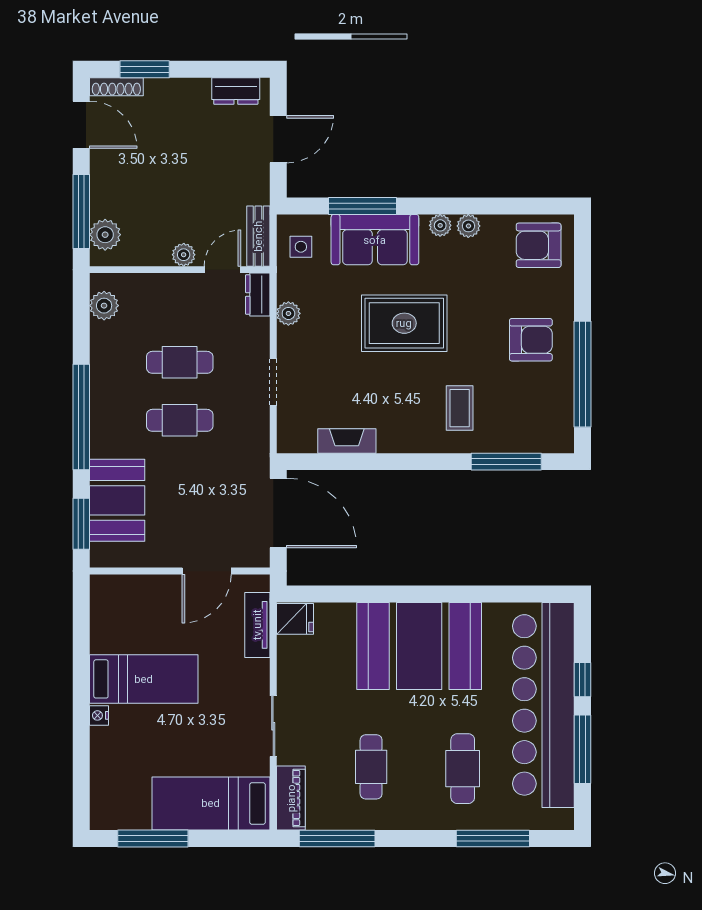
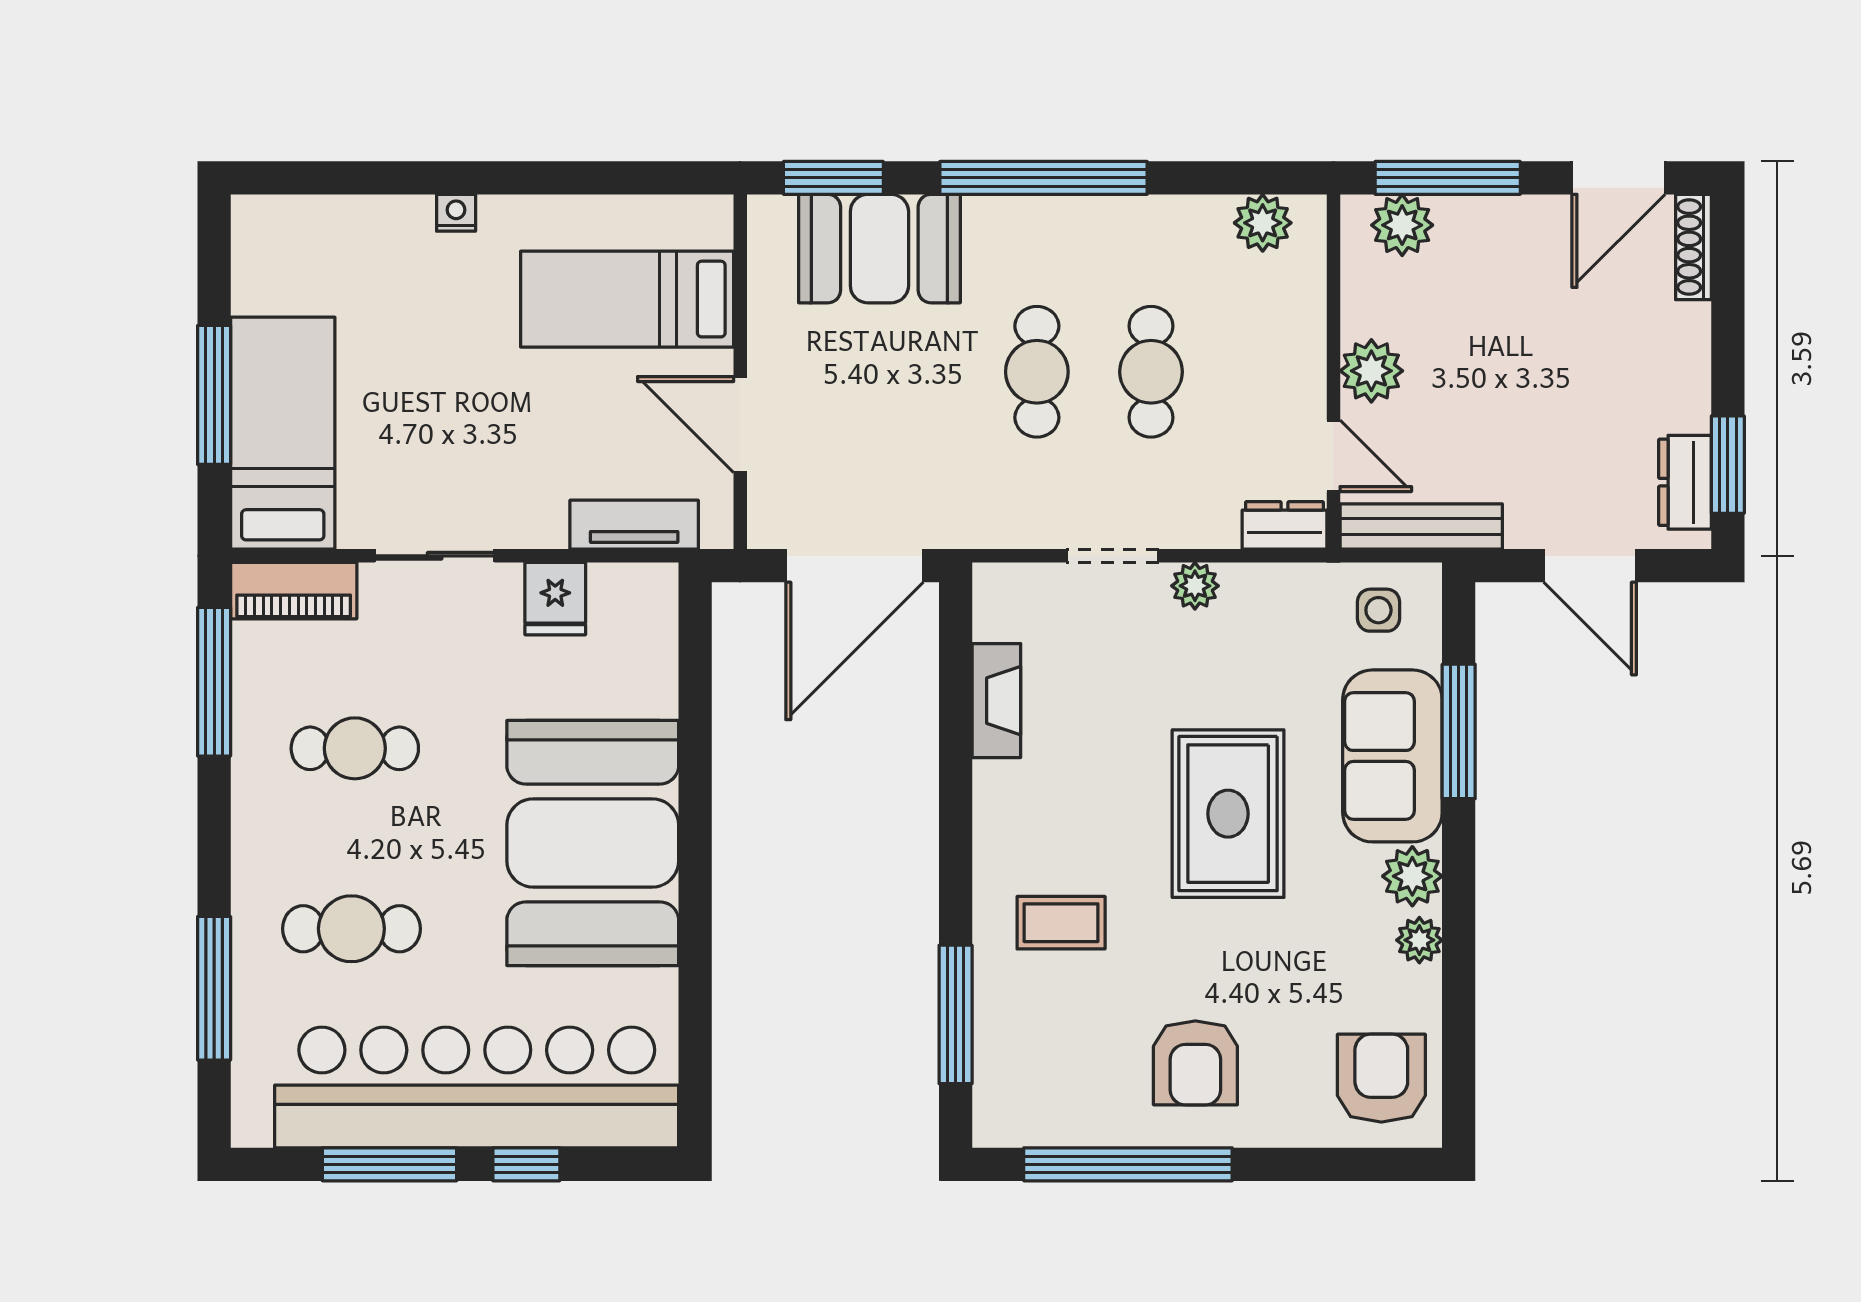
window: (145, 69) -> (1728, 465), moved
plant: (440, 225) -> (1412, 876), width x1.38, depth x1.38
bench: (258, 236) -> (1421, 526), width x1.36
plant: (184, 255) -> (1371, 371), width x1.38, depth x1.38
plant: (288, 313) -> (1195, 586), moved
fridge: (295, 619) -> (555, 599), moved
bed: (144, 679) -> (627, 299), moved, turned 90
window: (153, 838) -> (214, 395), moved

